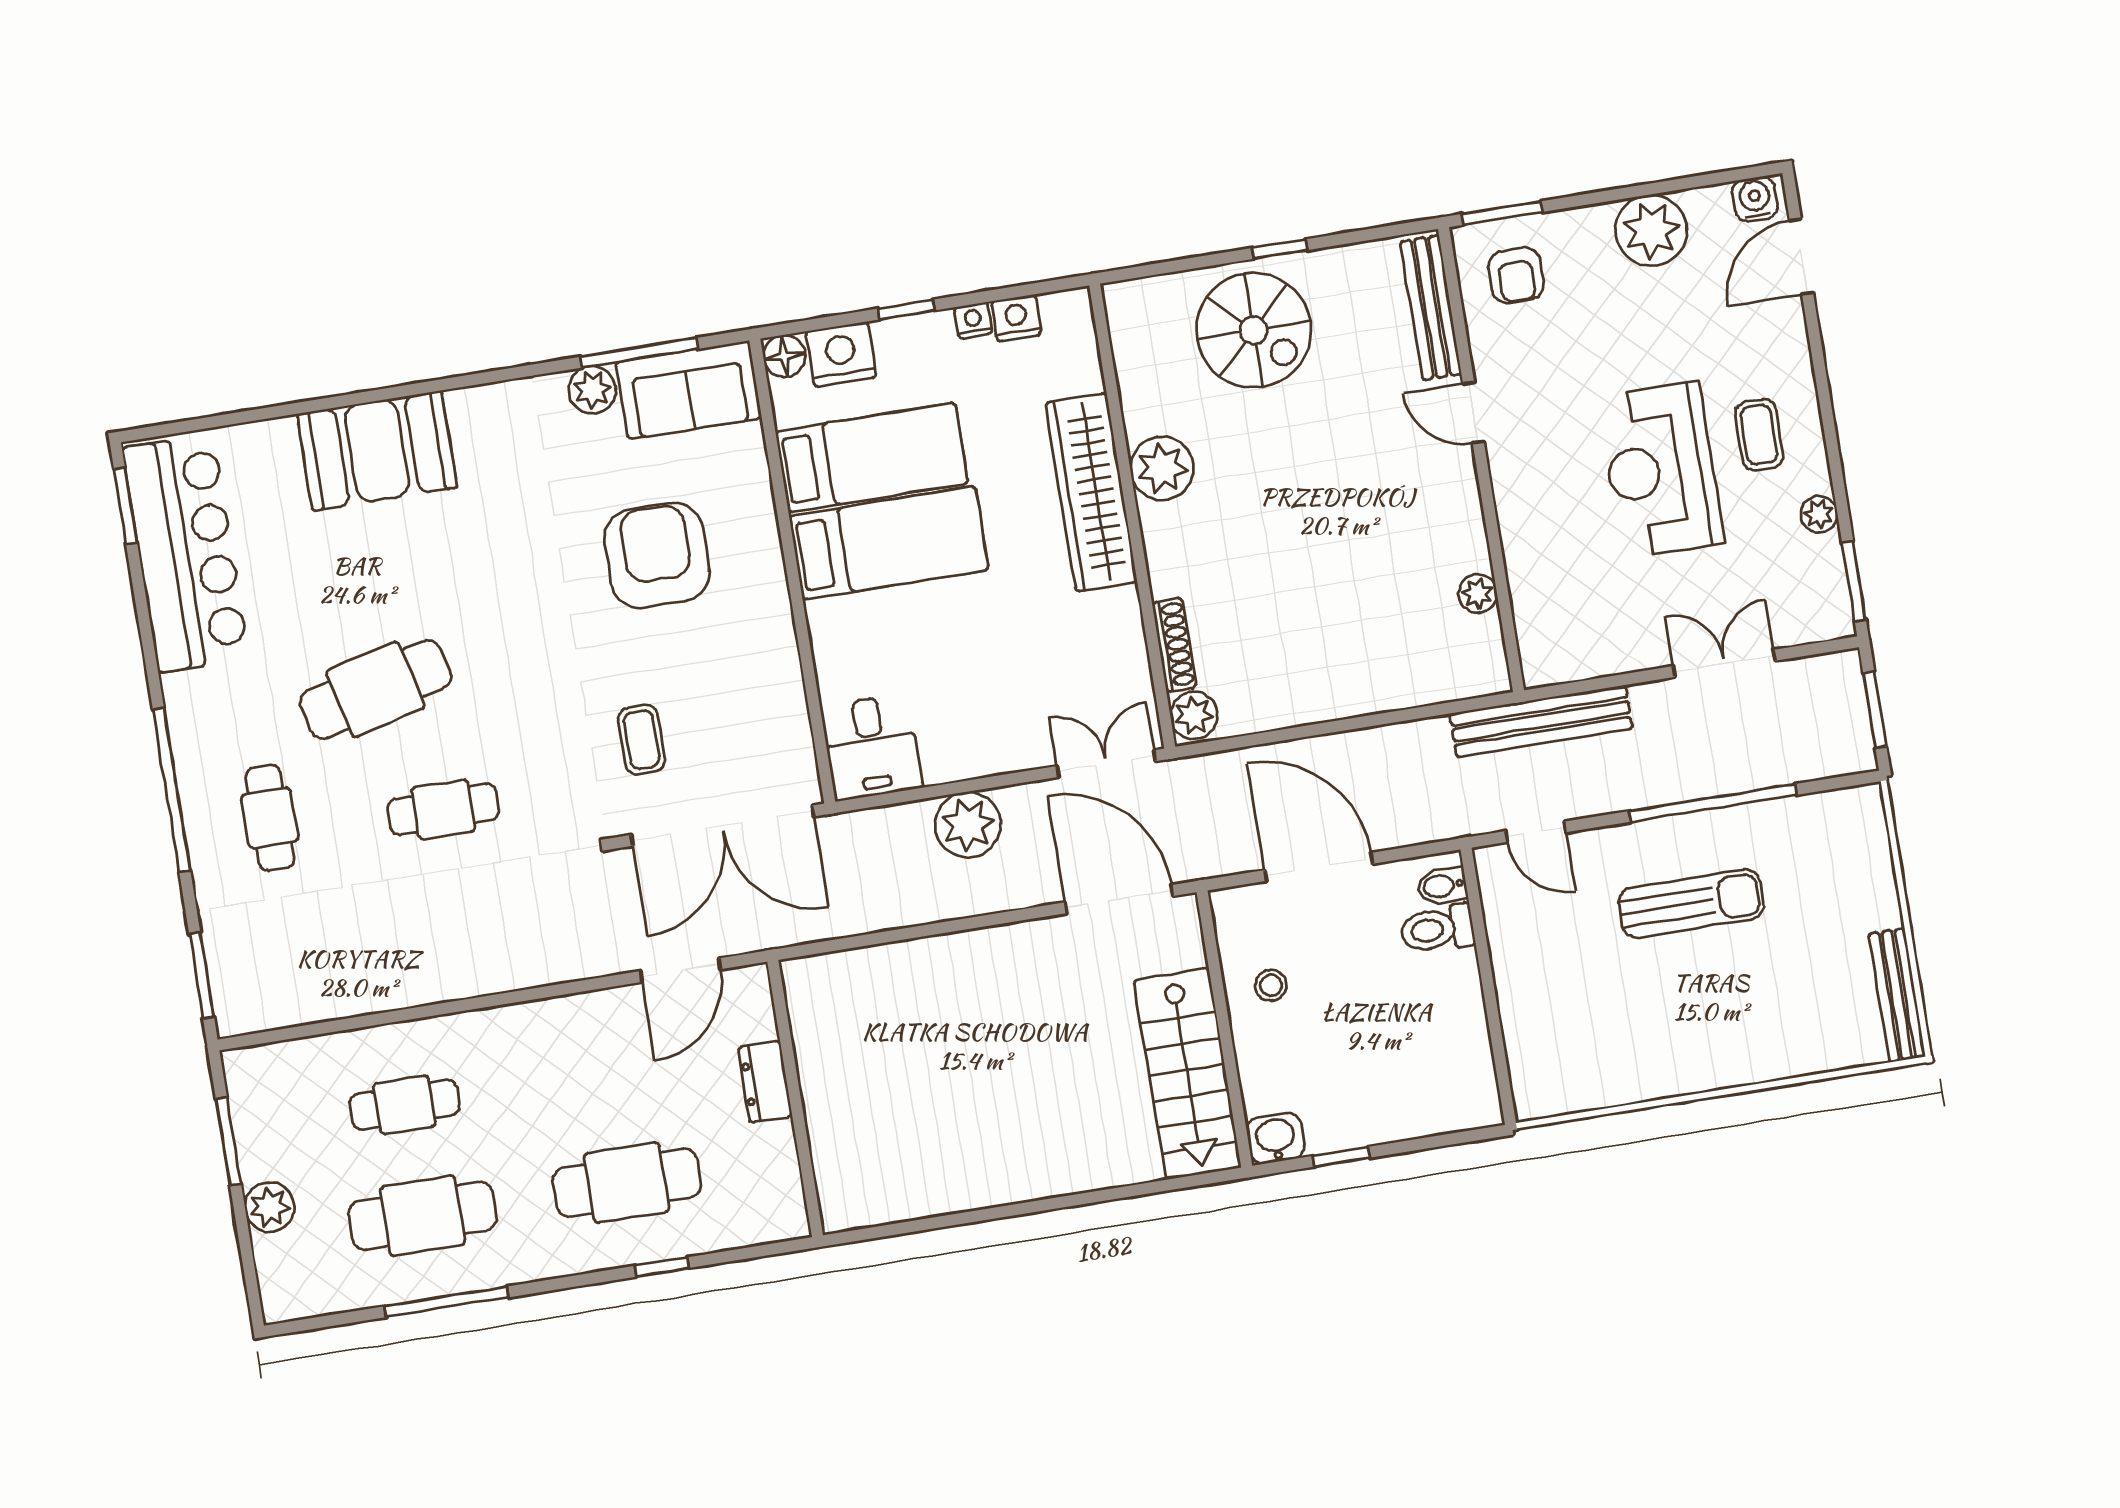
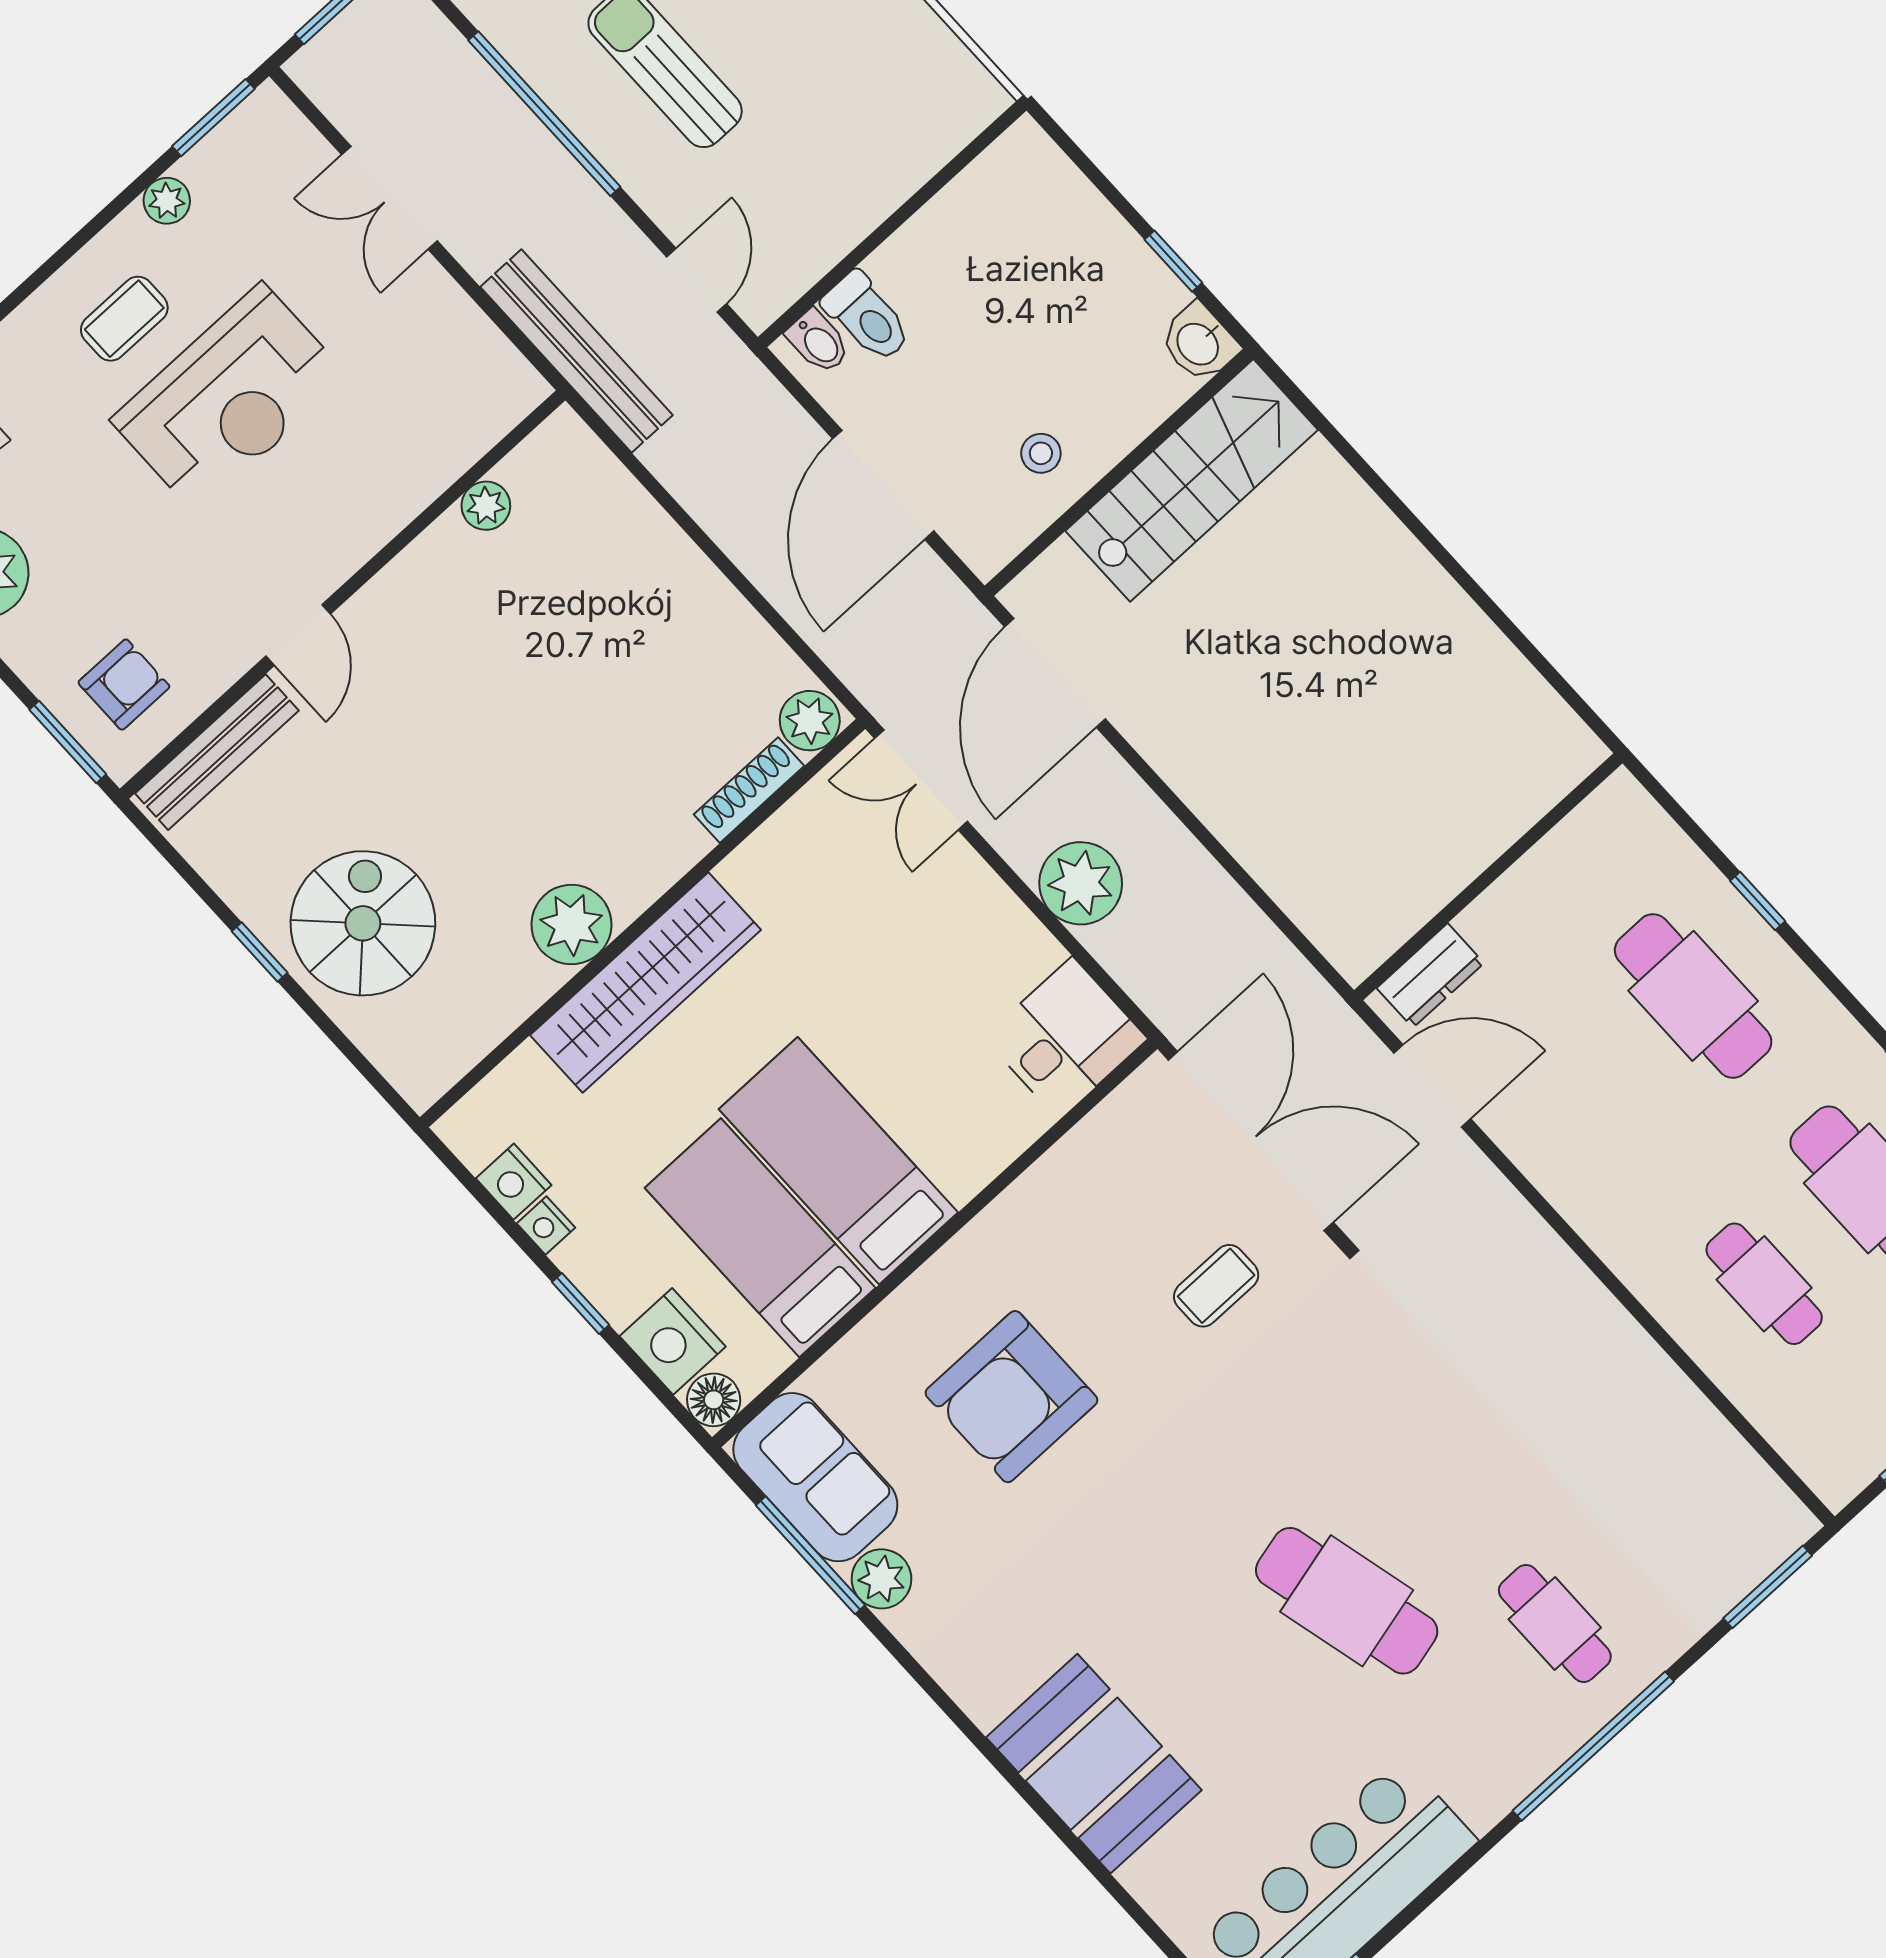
cafe table: (443, 809) -> (1426, 1447), removed
cafe table: (270, 818) -> (1555, 1623), turned 90
dresser: (765, 1082) -> (1430, 976), moved

